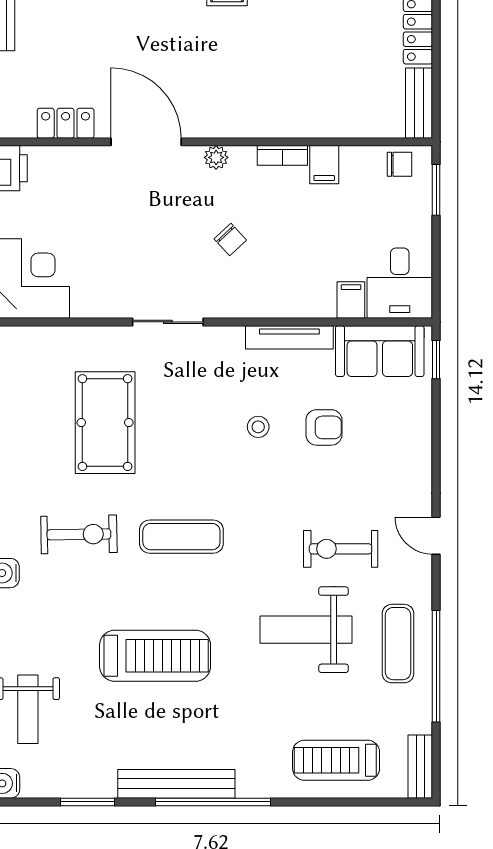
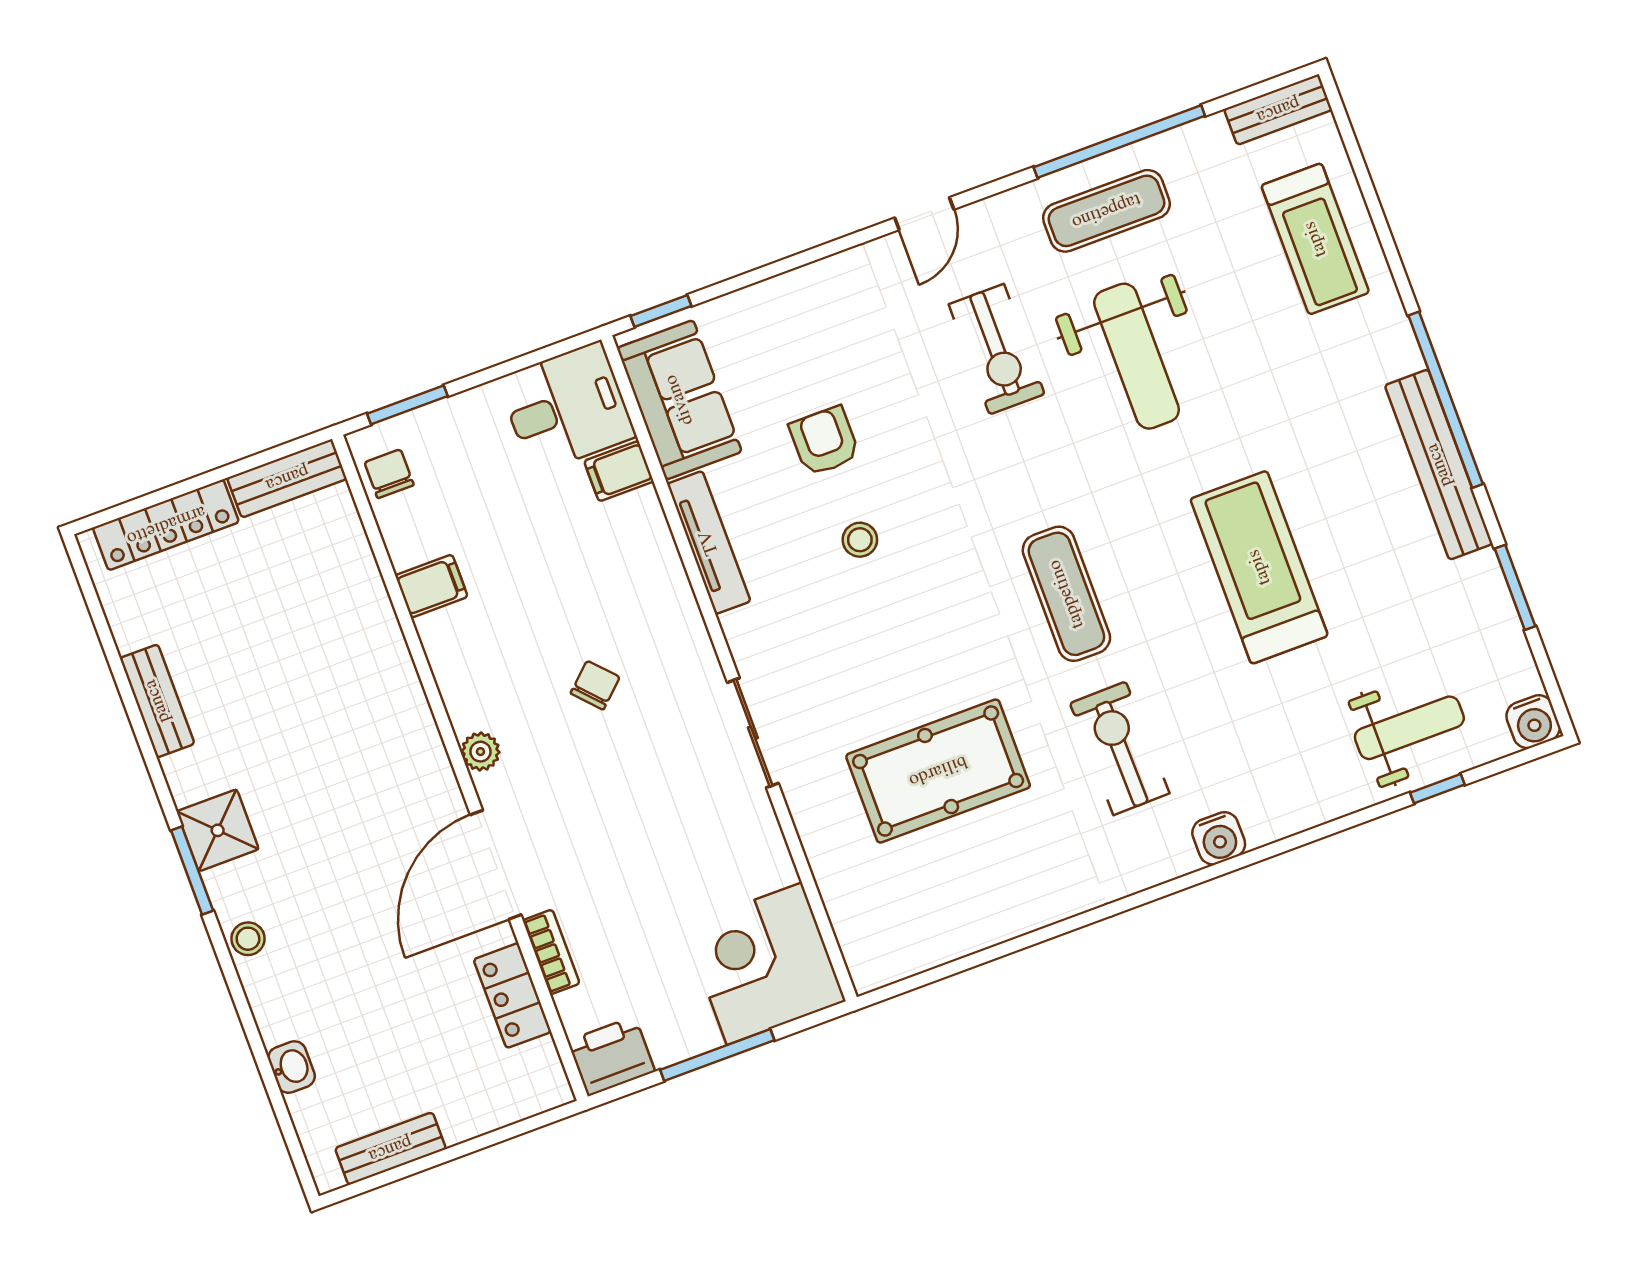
bookcase: (282, 155) -> (551, 952), moved

